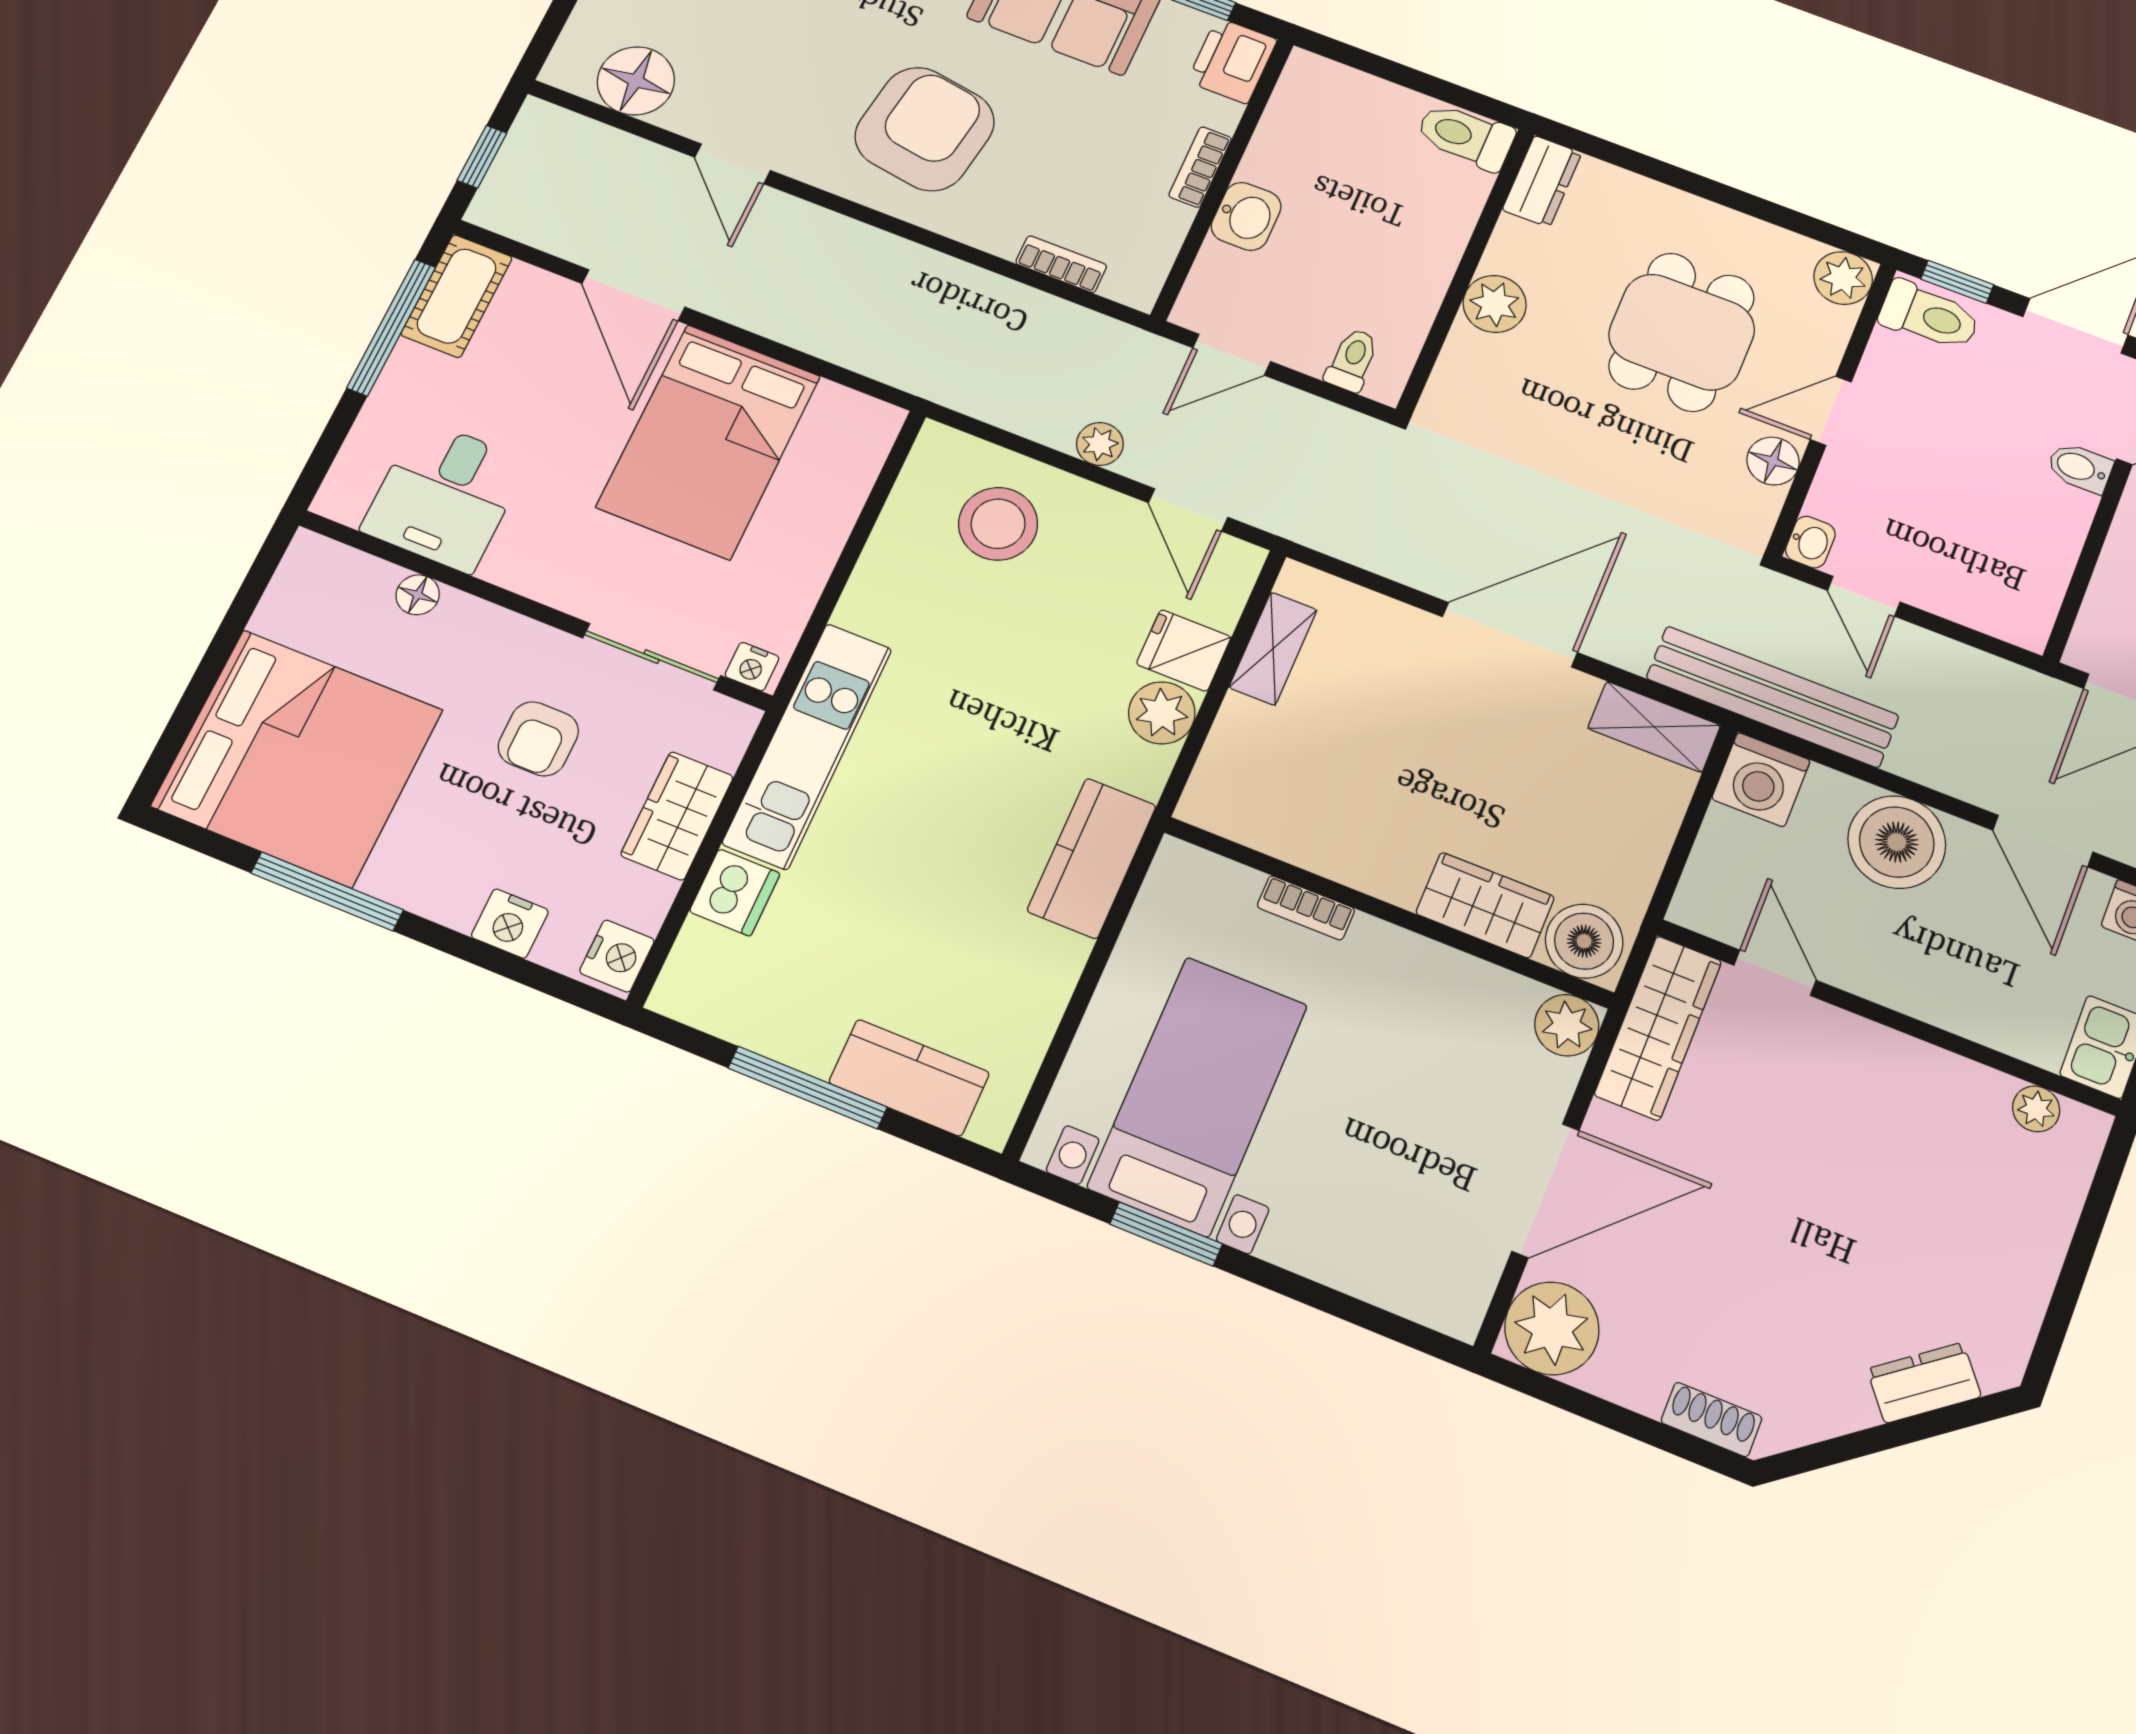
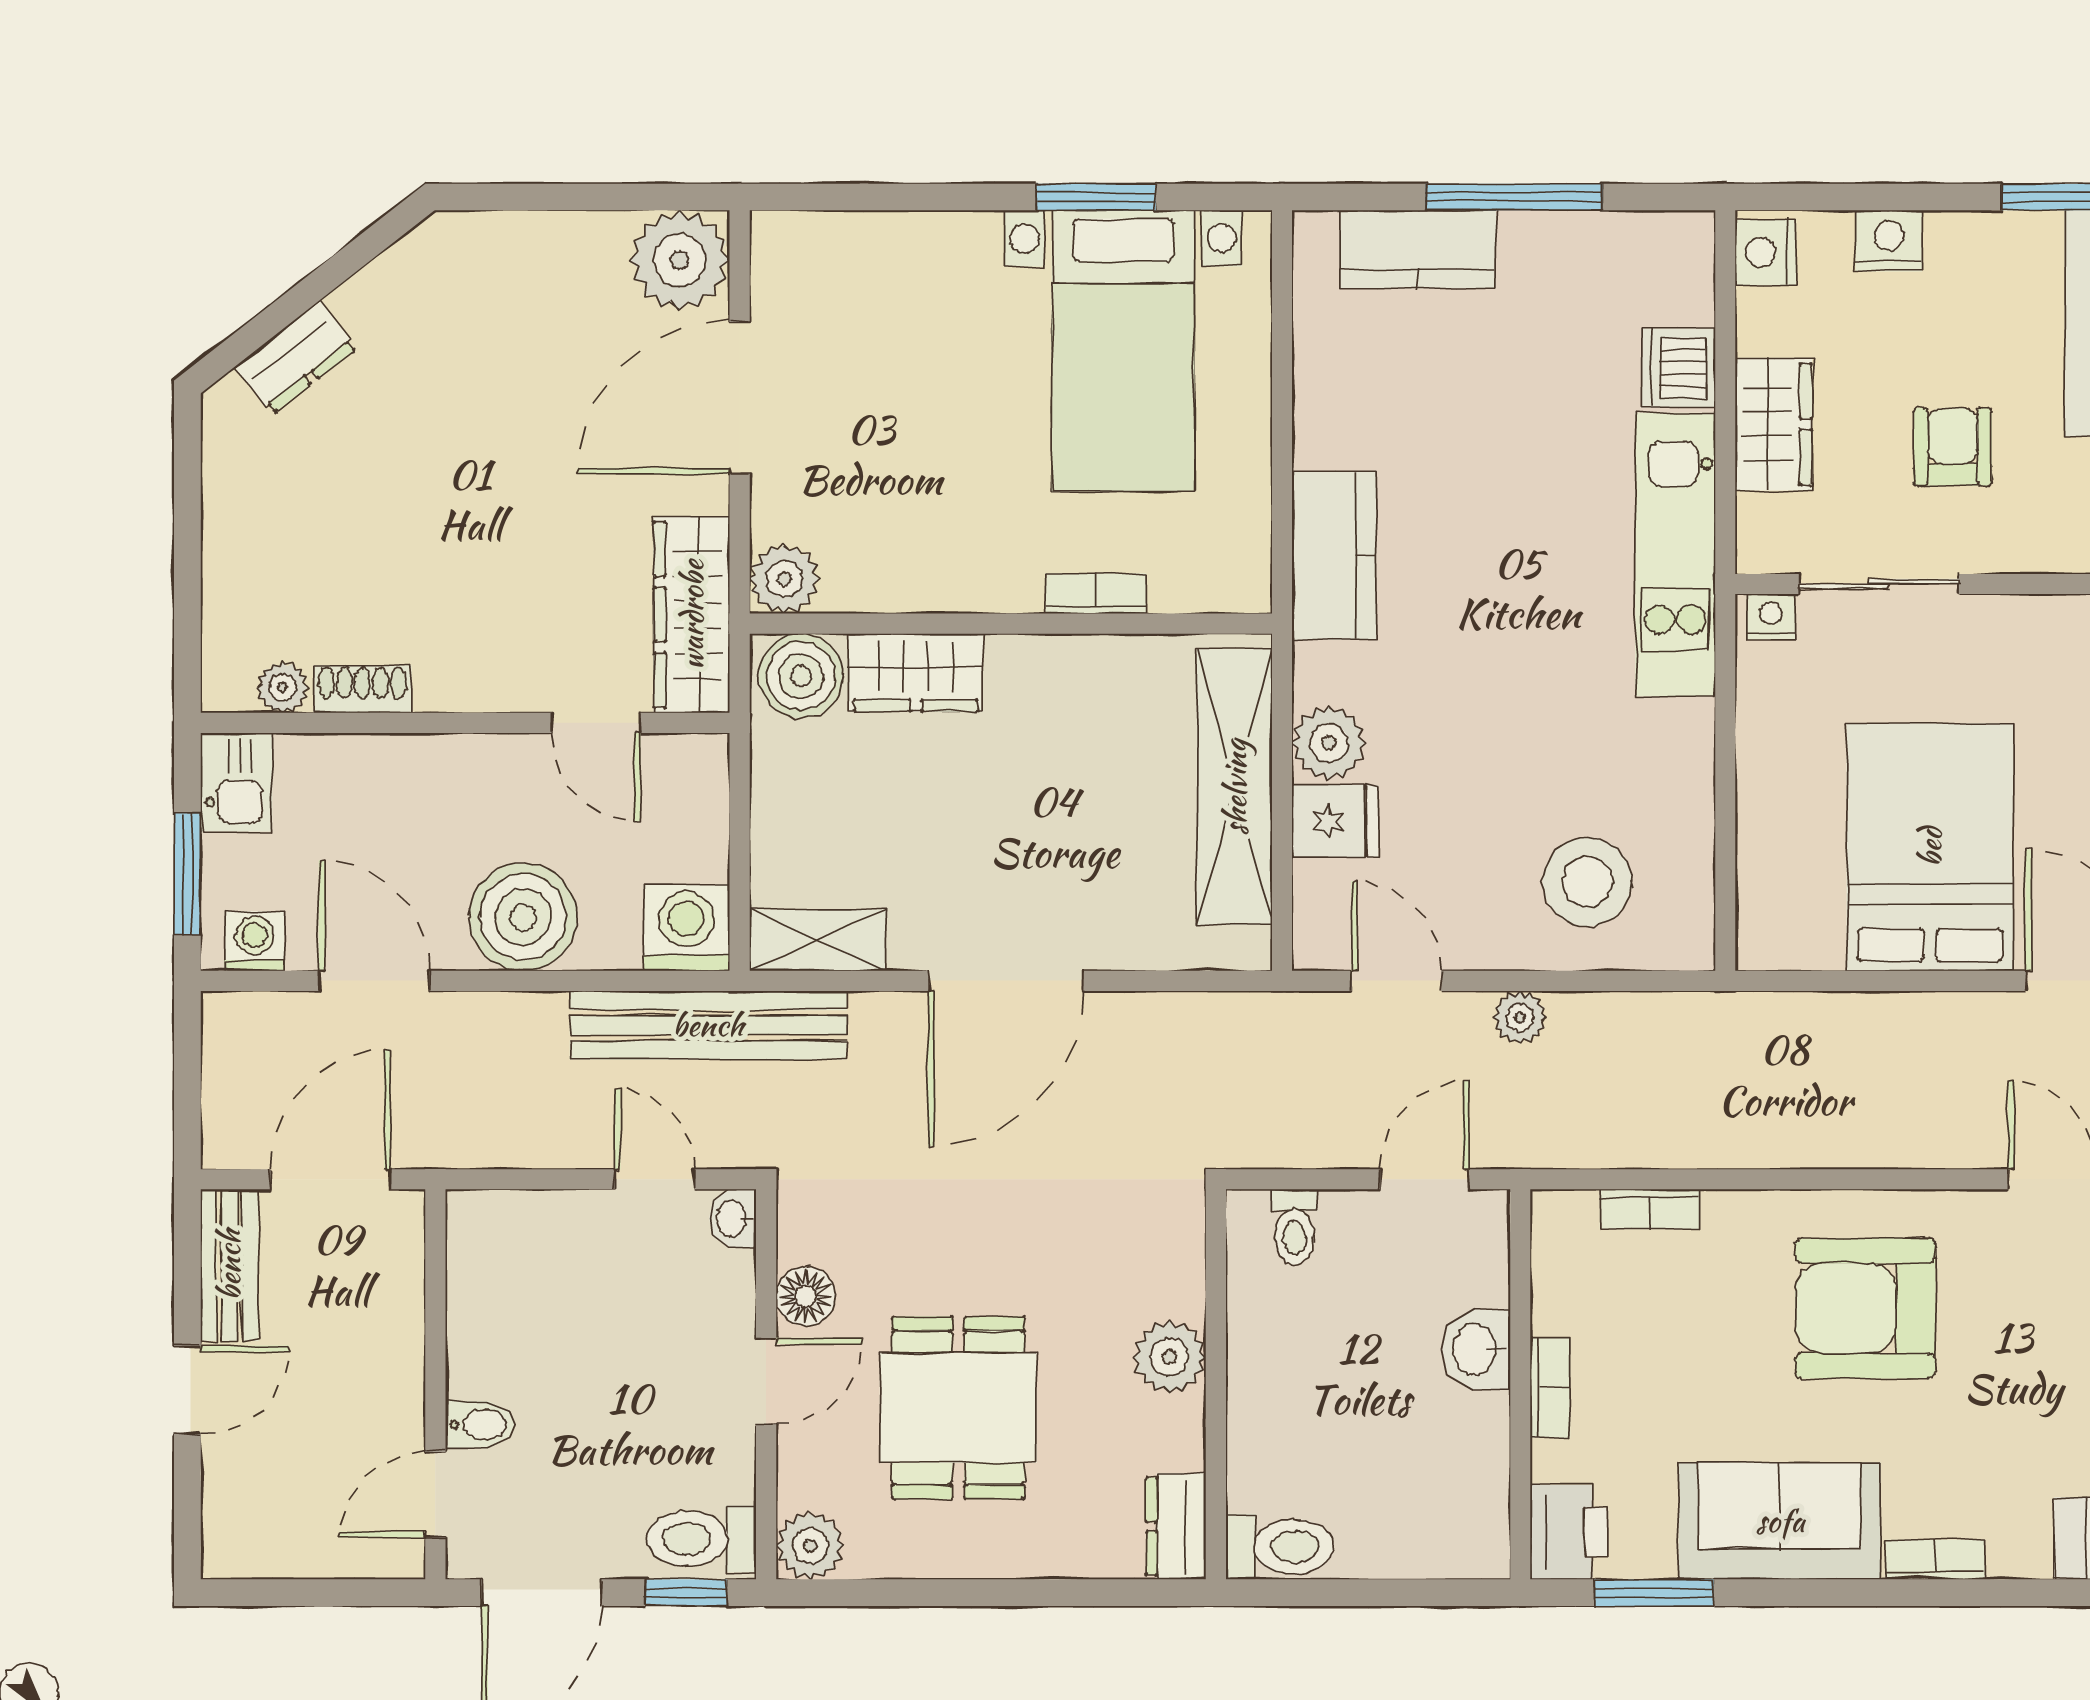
armchair: (925, 129) -> (1865, 1308), turned 81
shelving: (1273, 649) -> (1235, 787), width x2.20, depth x1.33
shoe rack: (1711, 1419) -> (362, 689), moved, turned 180

